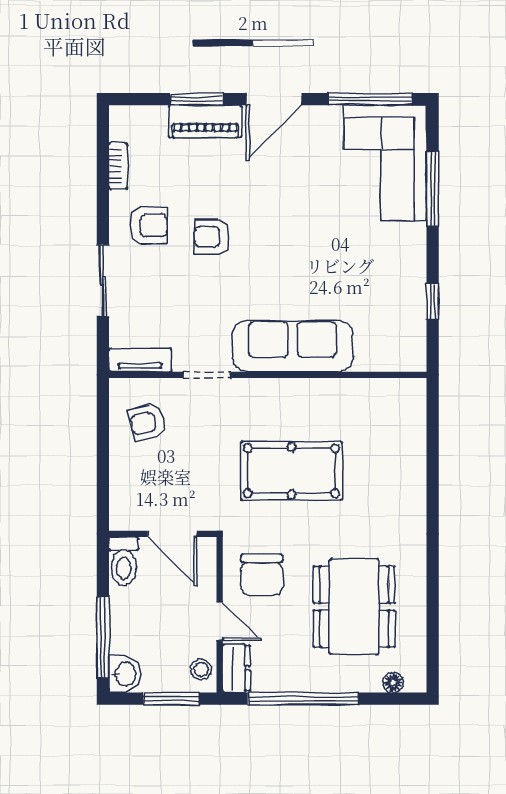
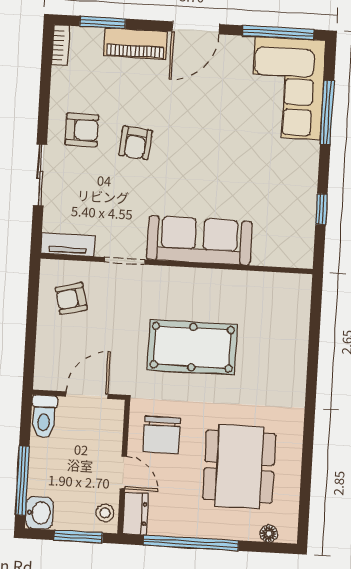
window: (197, 99) -> (103, 22), moved
bookcase: (118, 166) -> (61, 45), moved
armchair: (212, 237) -> (136, 143), turned -84
door: (172, 534) -> (87, 395), swing flipped

